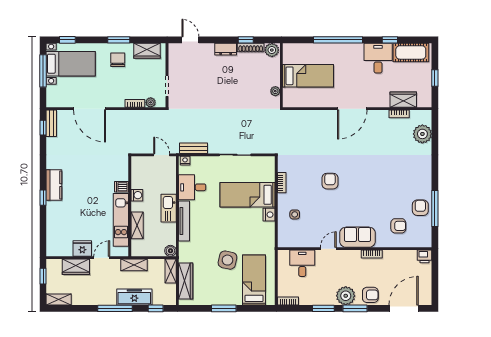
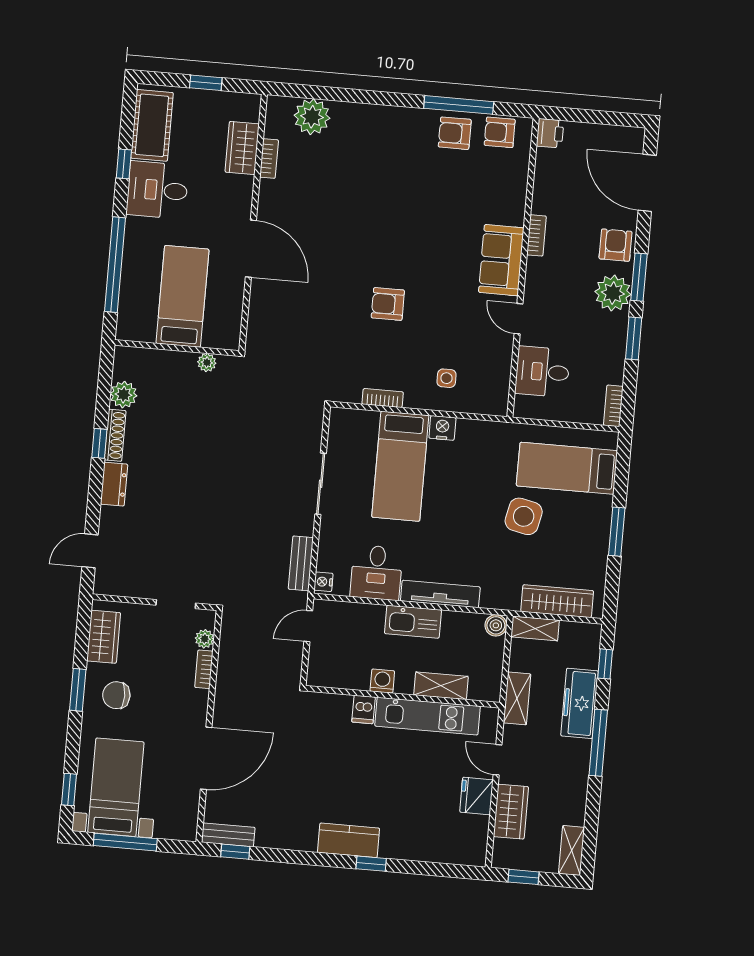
wall: (281, 75) -> (177, 348), moved
bed: (308, 76) -> (183, 296), moved
plant: (275, 91) -> (207, 363), moved
armchair: (398, 226) -> (500, 132), moved, turned -90

